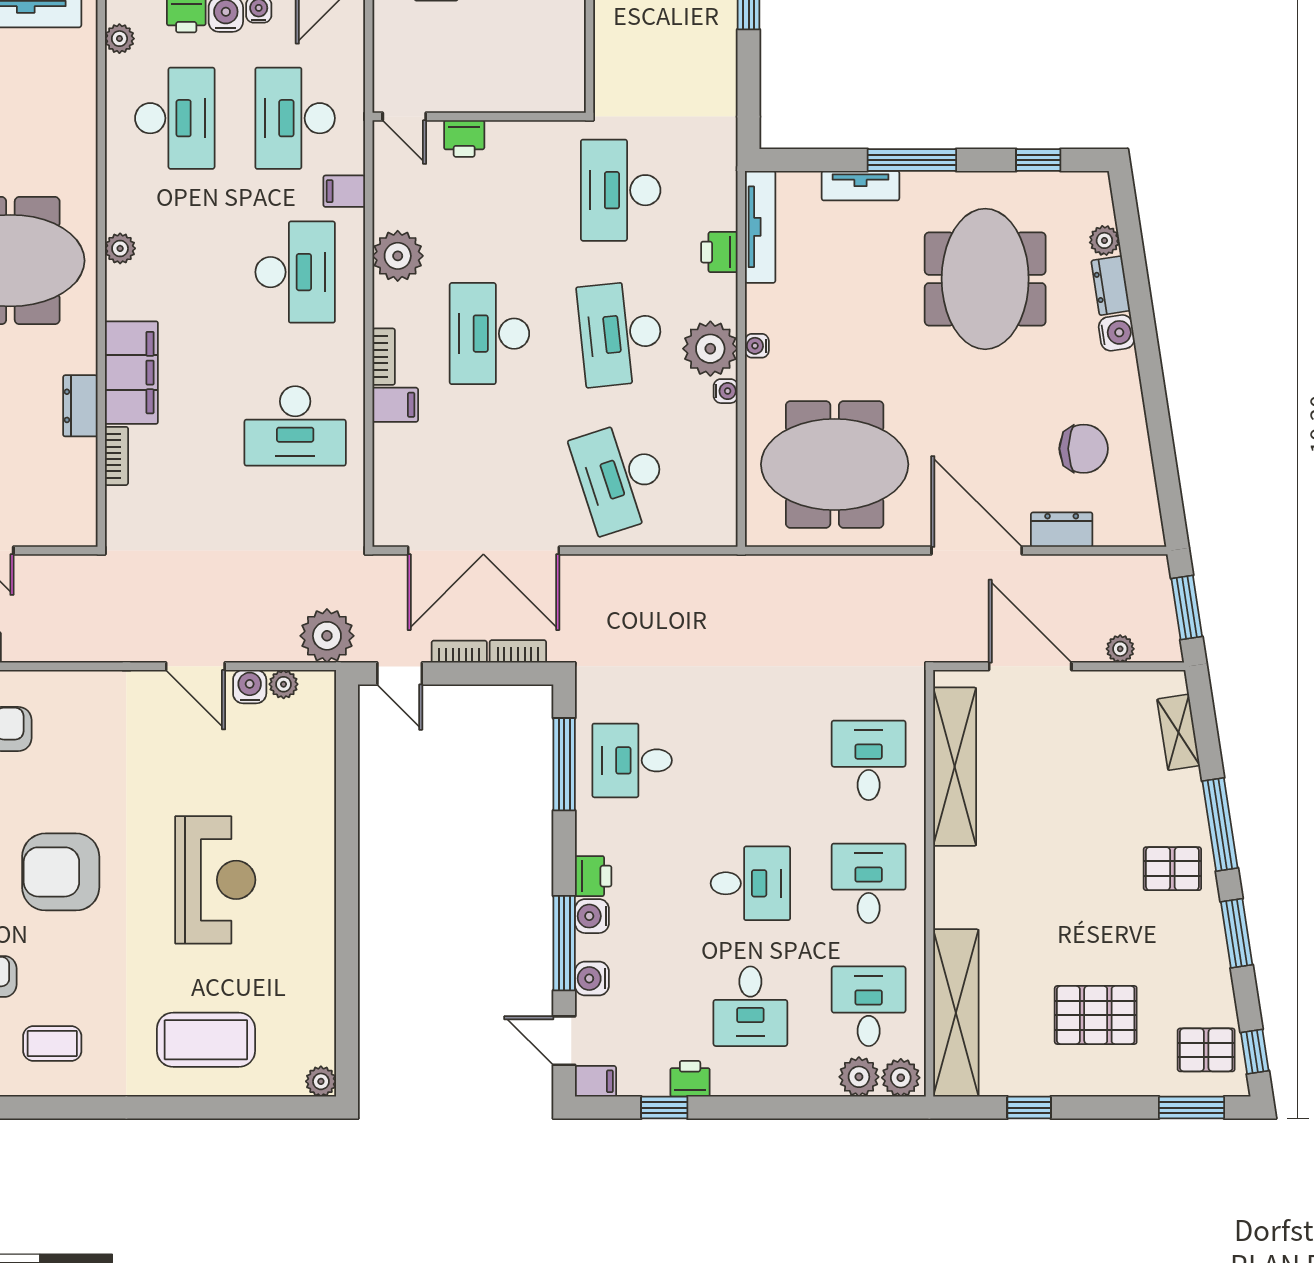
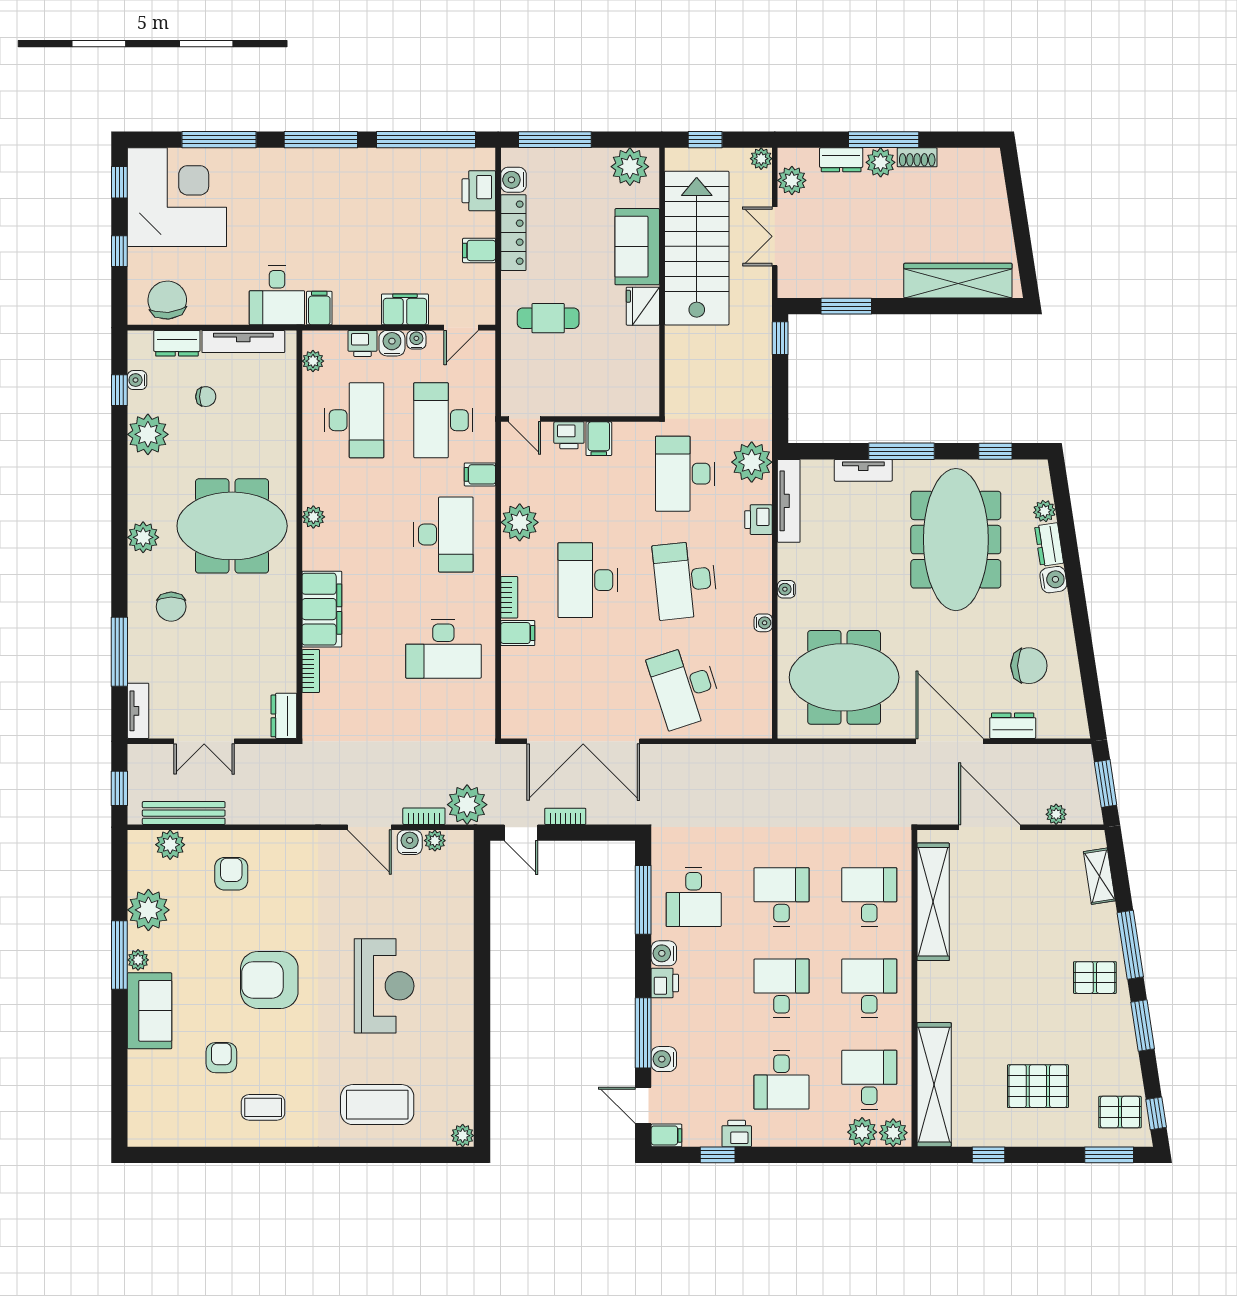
filing cabinet: (504, 143) -> (599, 439), added
meeting table: (985, 279) -> (956, 540), width x1.36
plant: (710, 349) -> (752, 462), moved
dresser: (80, 406) -> (284, 716), moved
bookcase: (518, 651) -> (424, 816), moved
desk: (632, 760) -> (694, 897), turned -90
desk: (750, 760) -> (781, 897), added
desk: (750, 883) -> (781, 988), turned -90
water cooler: (592, 916) -> (664, 953), moved

